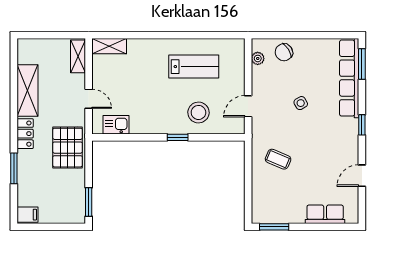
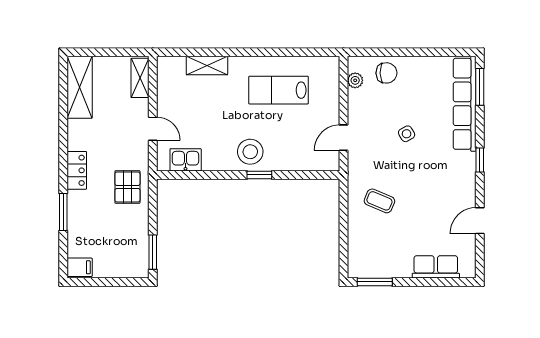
shelving: (109, 46) -> (207, 65), moved
chair: (284, 52) -> (386, 73), turned -148
lab bench: (194, 67) -> (279, 90), turned 180
shelving: (28, 90) -> (80, 87), moved
stool: (198, 112) -> (250, 152), moved
pallet: (68, 148) -> (127, 187), width x0.67, depth x0.71

